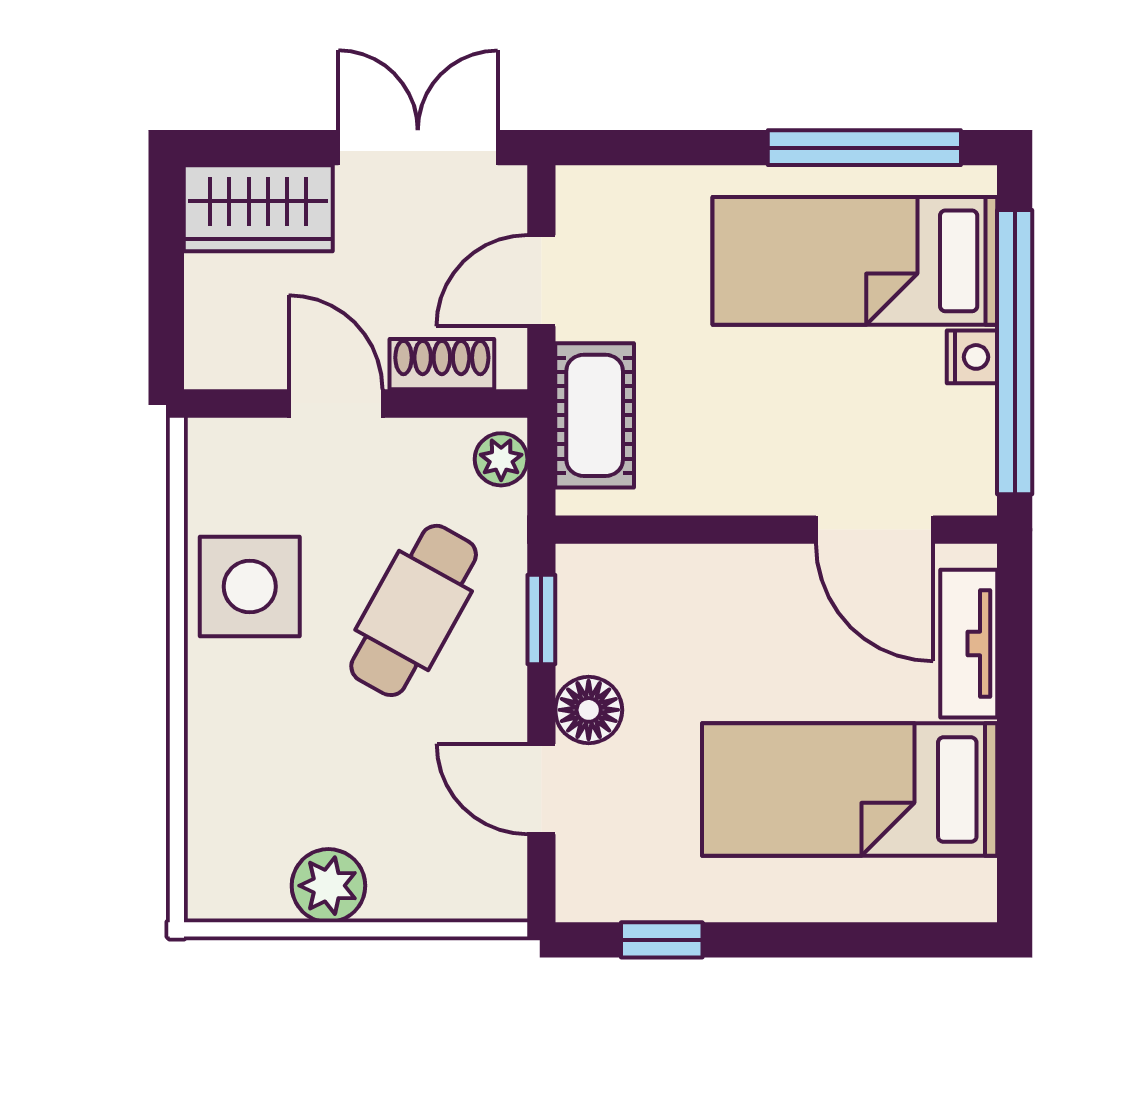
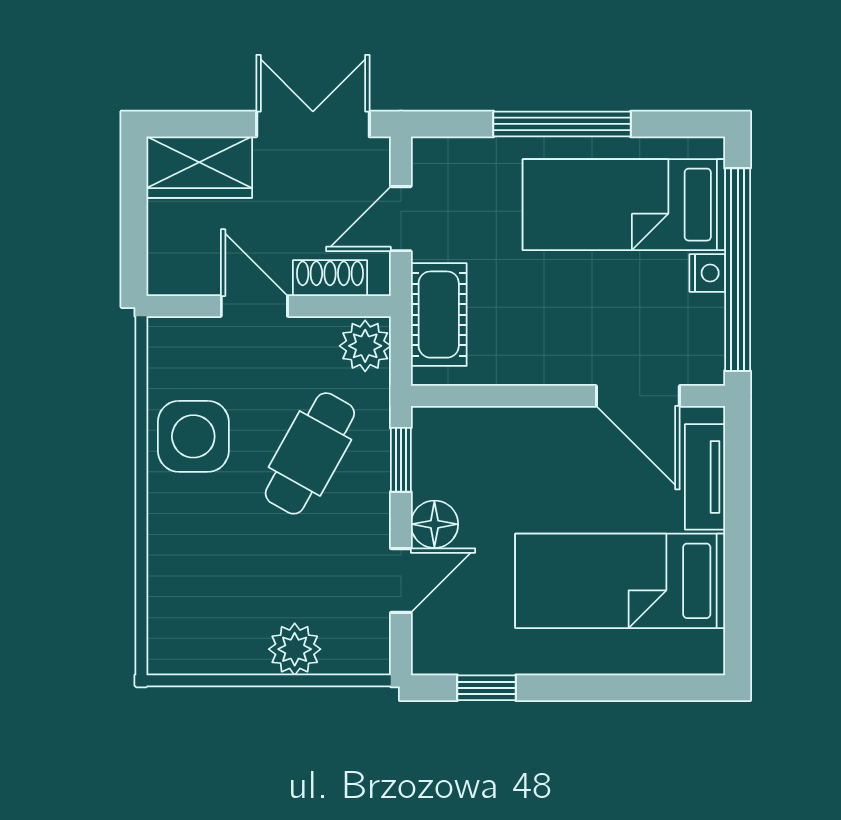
window: (864, 148) -> (562, 124), moved
plant: (501, 459) -> (365, 346), width x1.38, depth x1.38
door: (541, 789) -> (401, 580), swing flipped
plant: (328, 886) -> (295, 649), moved

